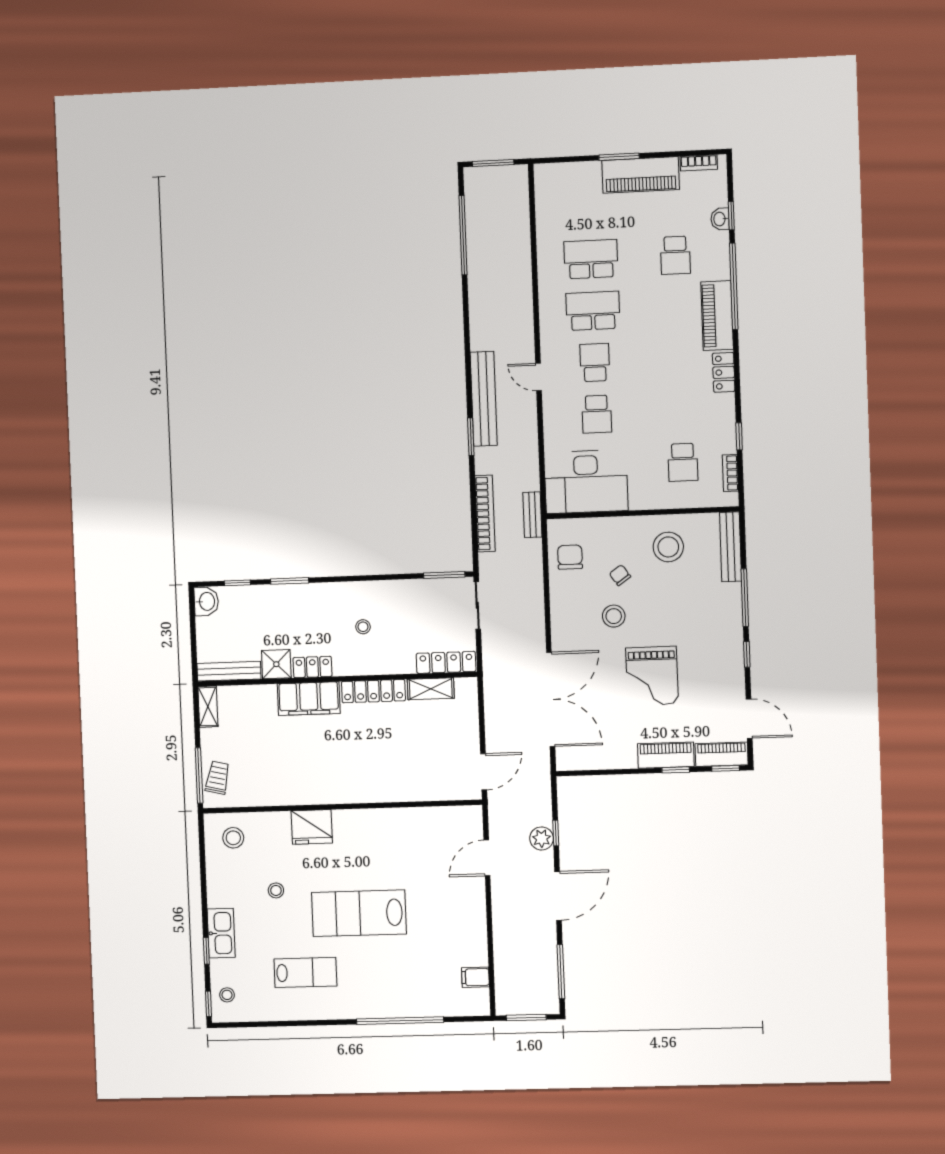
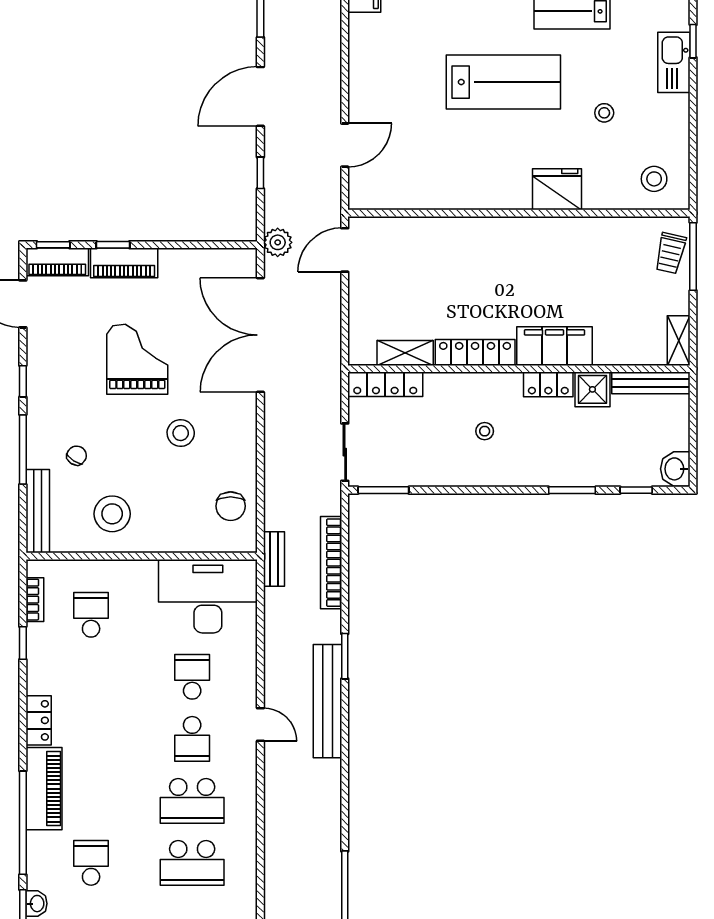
chair: (620, 575) -> (77, 456), moved, turned -112
plant: (542, 838) -> (278, 242), moved

